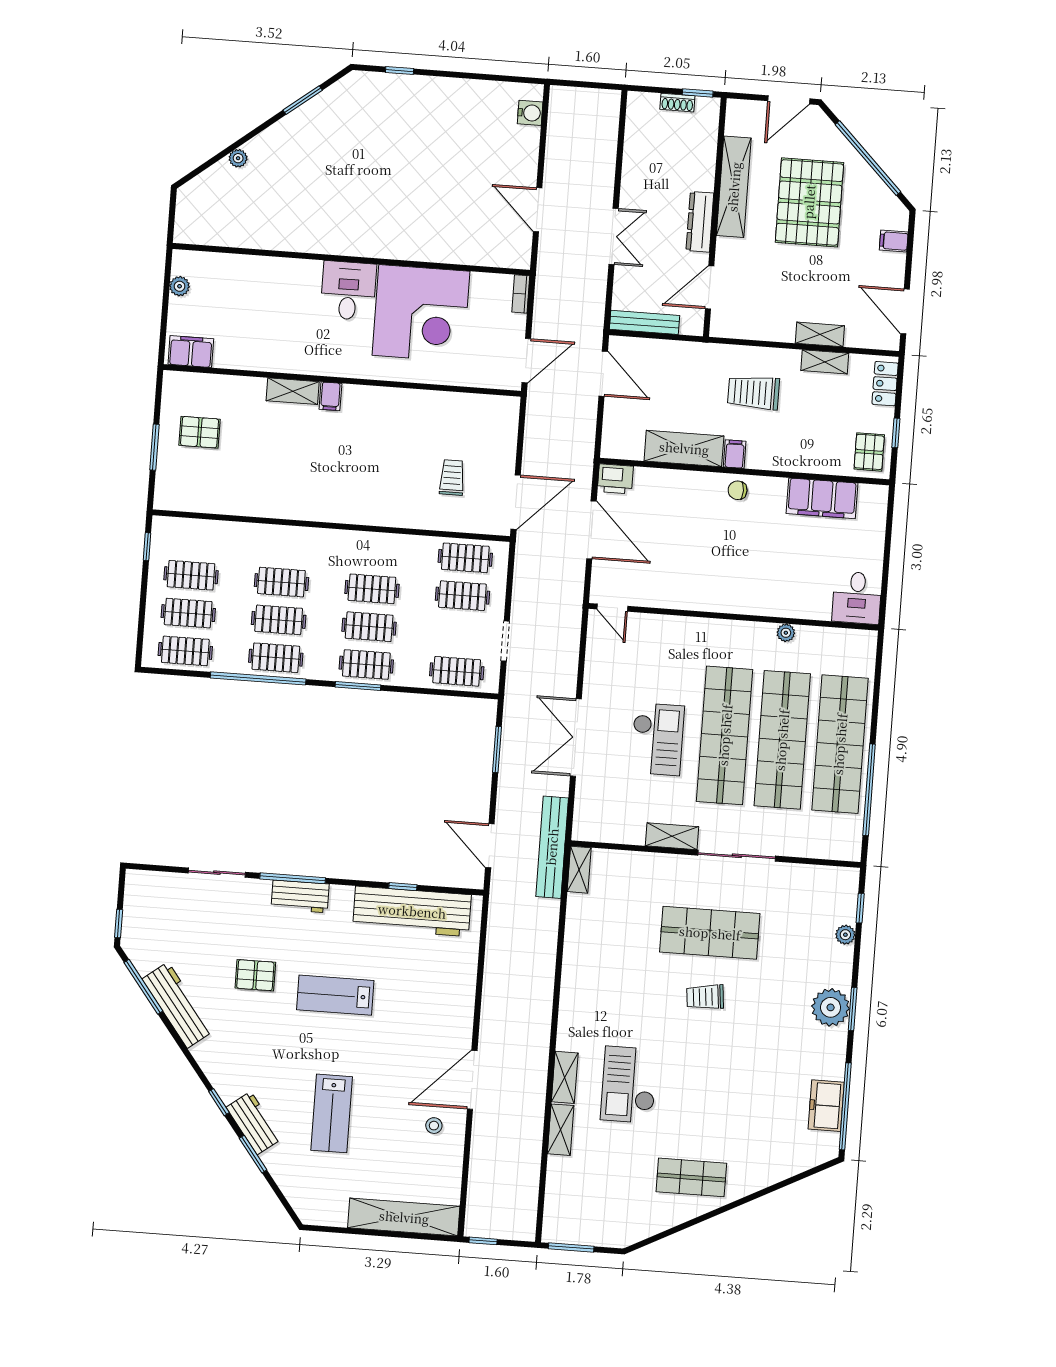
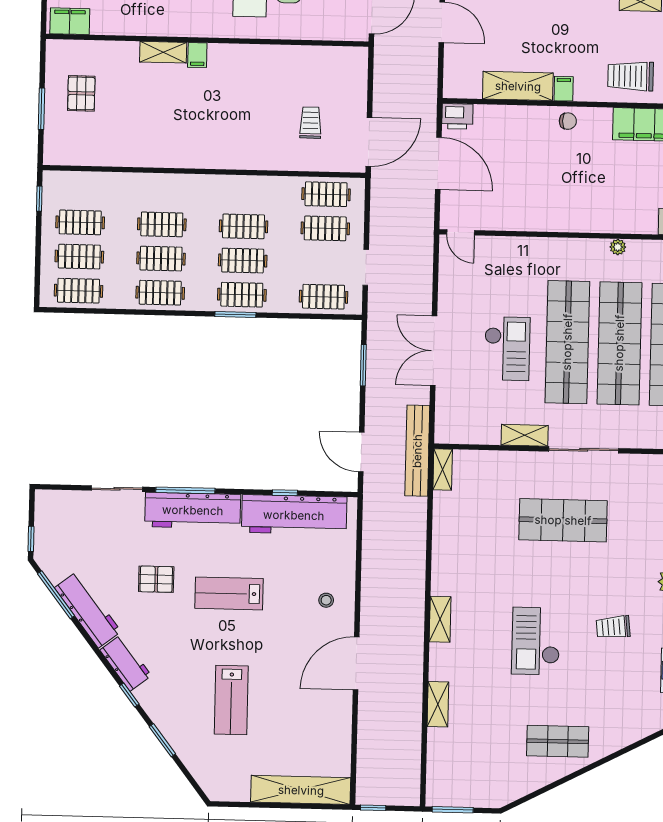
trolley: (753, 393) -> (630, 76), moved
pallet: (200, 432) -> (81, 93), turned 90
chair: (738, 490) -> (568, 121), turned 180
window: (258, 678) -> (145, 312), removed
workbench: (300, 896) -> (193, 510), width x1.88, depth x1.32
trolley: (705, 997) -> (613, 627), moved
shelving: (565, 1077) -> (440, 619), moved
checkout: (629, 1085) -> (536, 641), moved
workbench: (254, 1123) -> (126, 663), moved
stool: (434, 1126) -> (326, 600), moved

